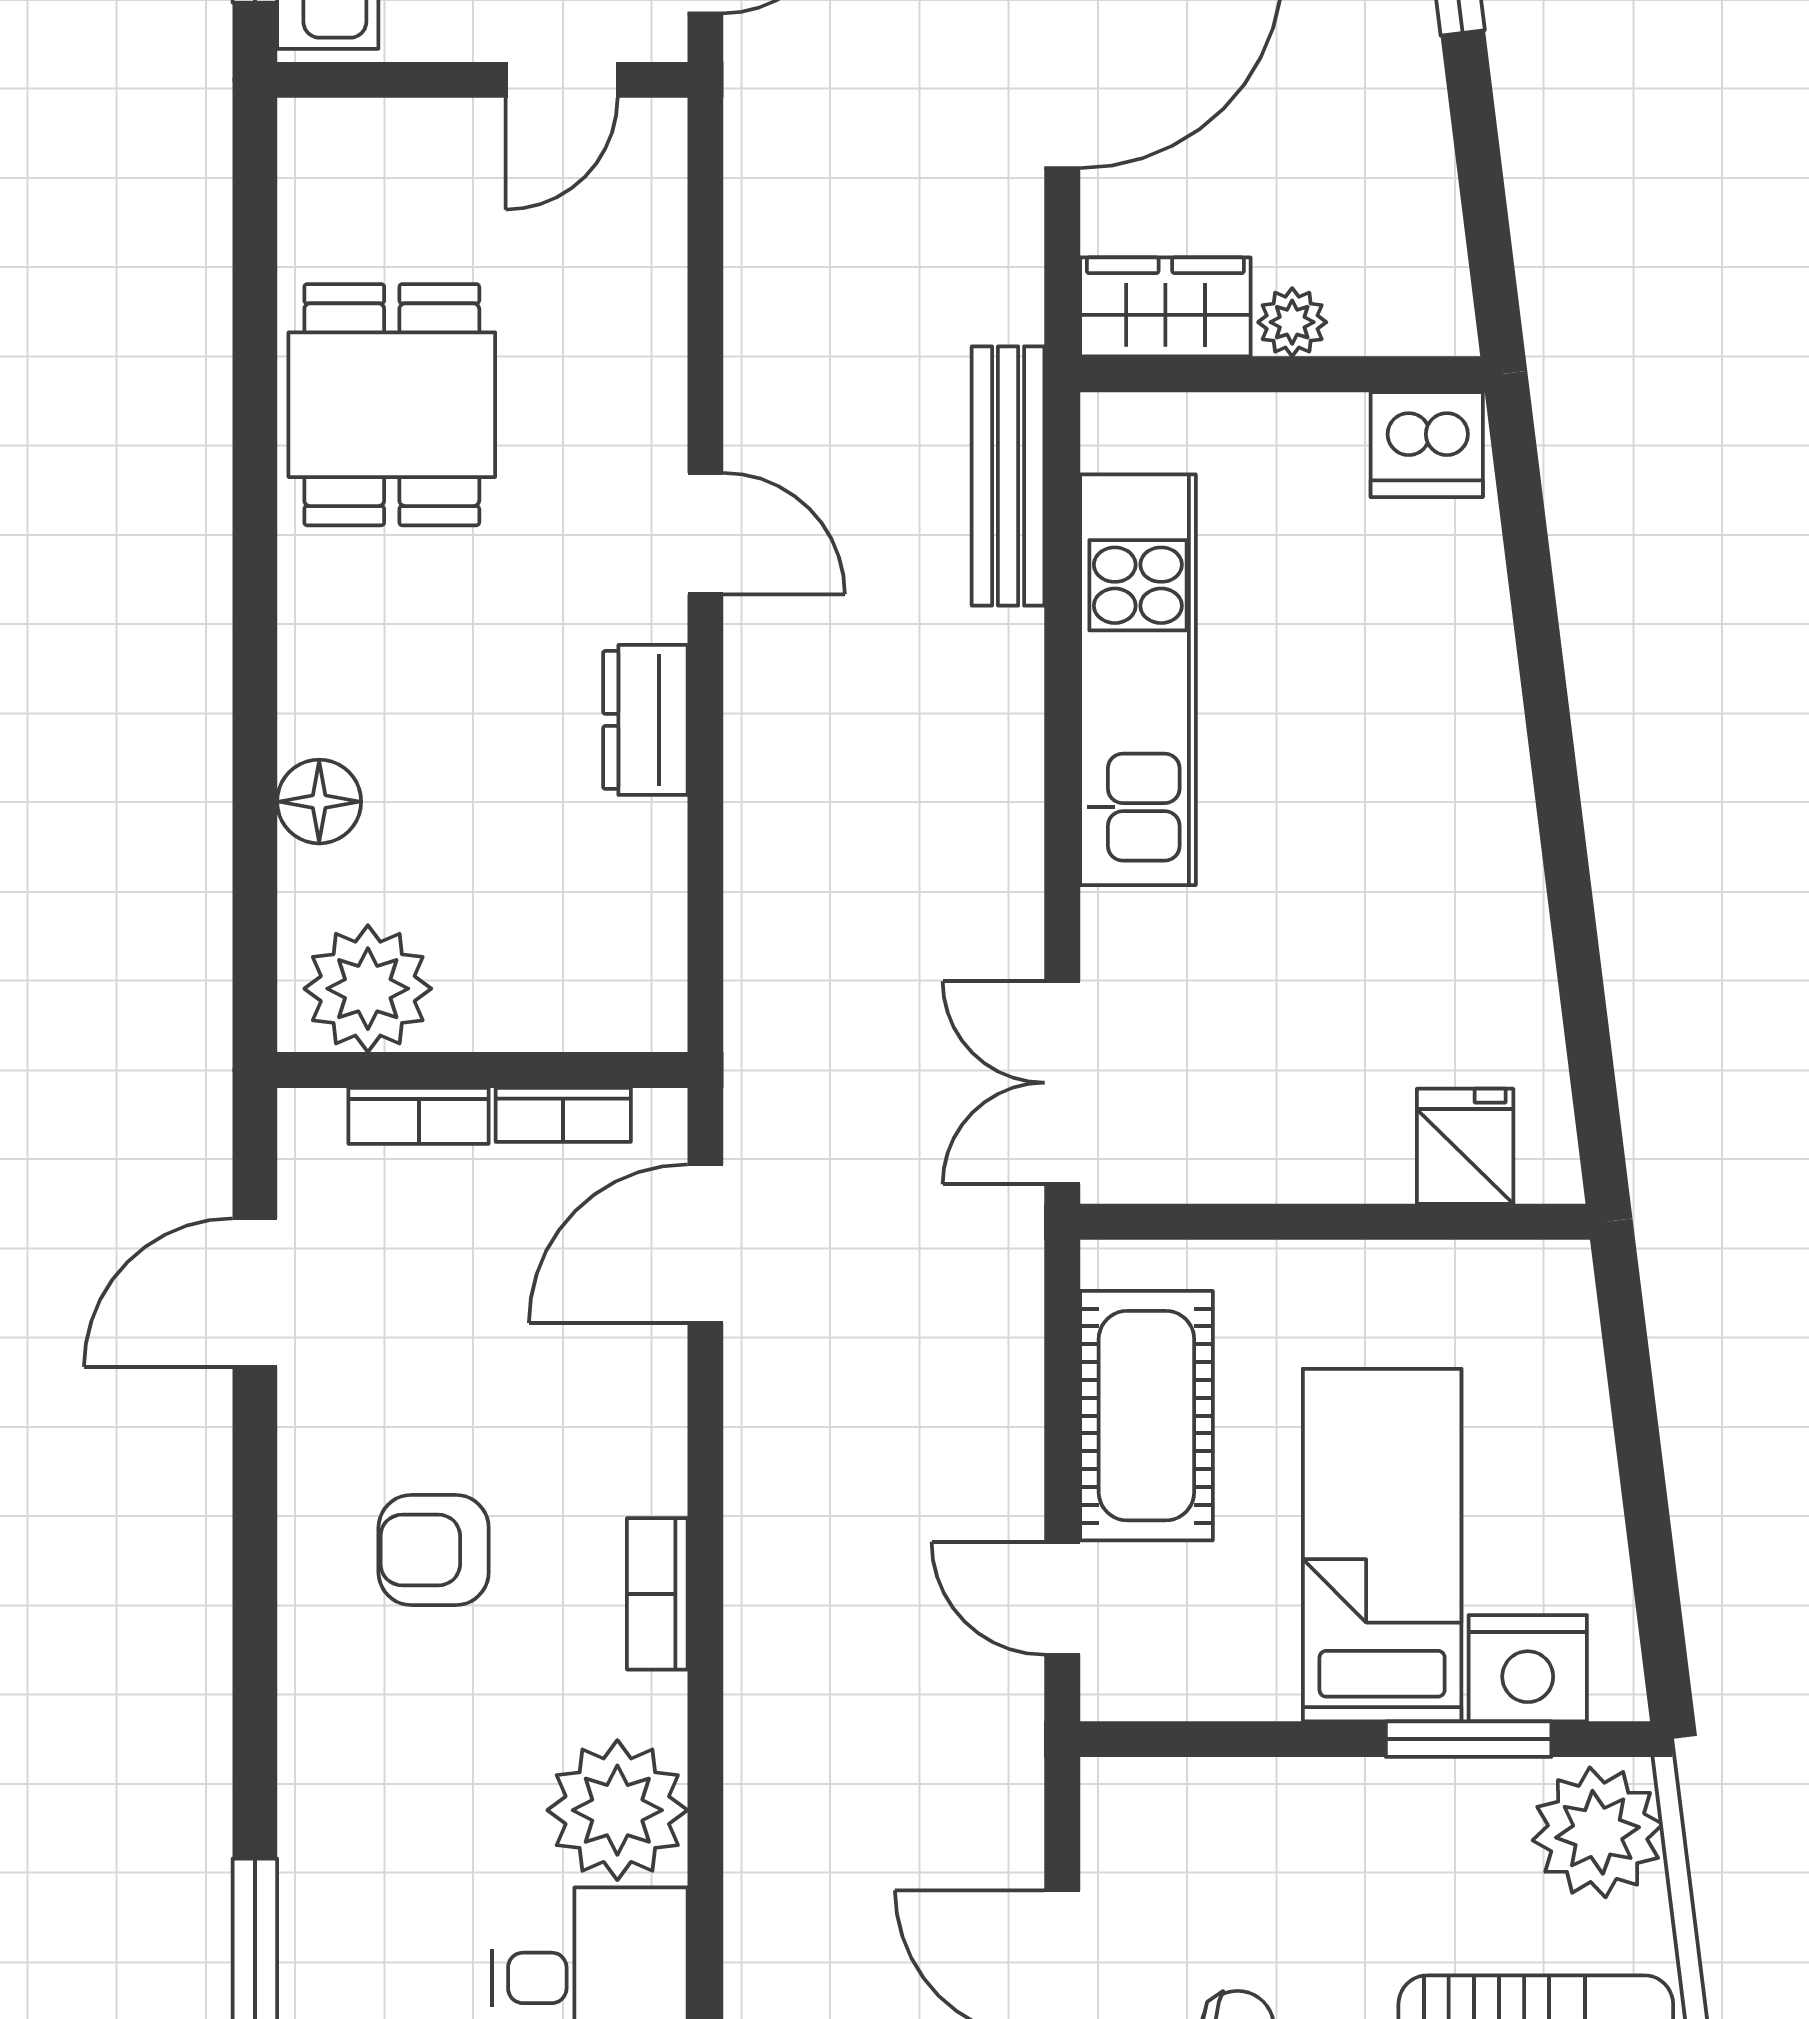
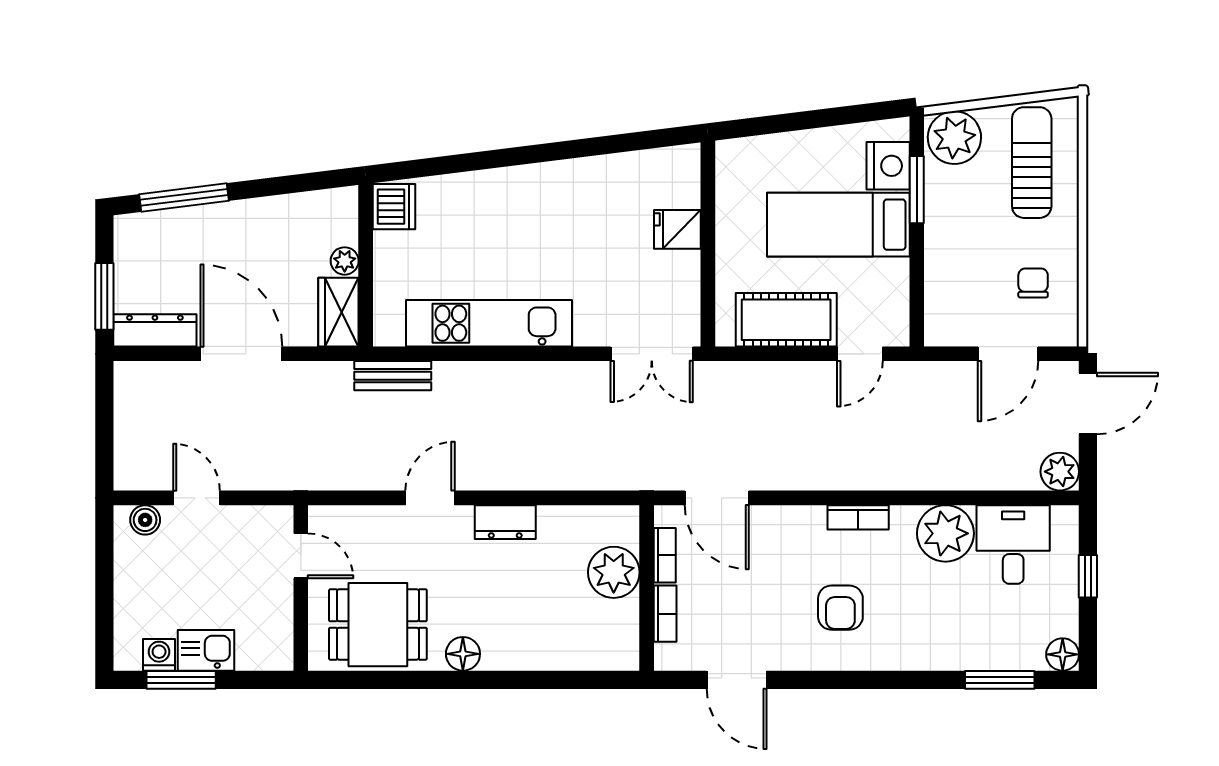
wall: (482, 80) -> (301, 588), moved
door: (562, 80) -> (301, 556), moved
bench: (1008, 476) -> (393, 376), width x0.73
floor lamp: (319, 802) -> (463, 654), moved
plant: (368, 989) -> (614, 572), moved
fridge: (1465, 1146) -> (677, 229), moved

